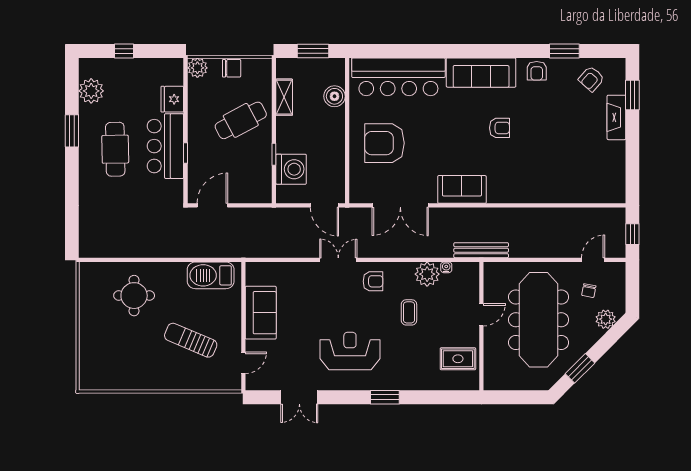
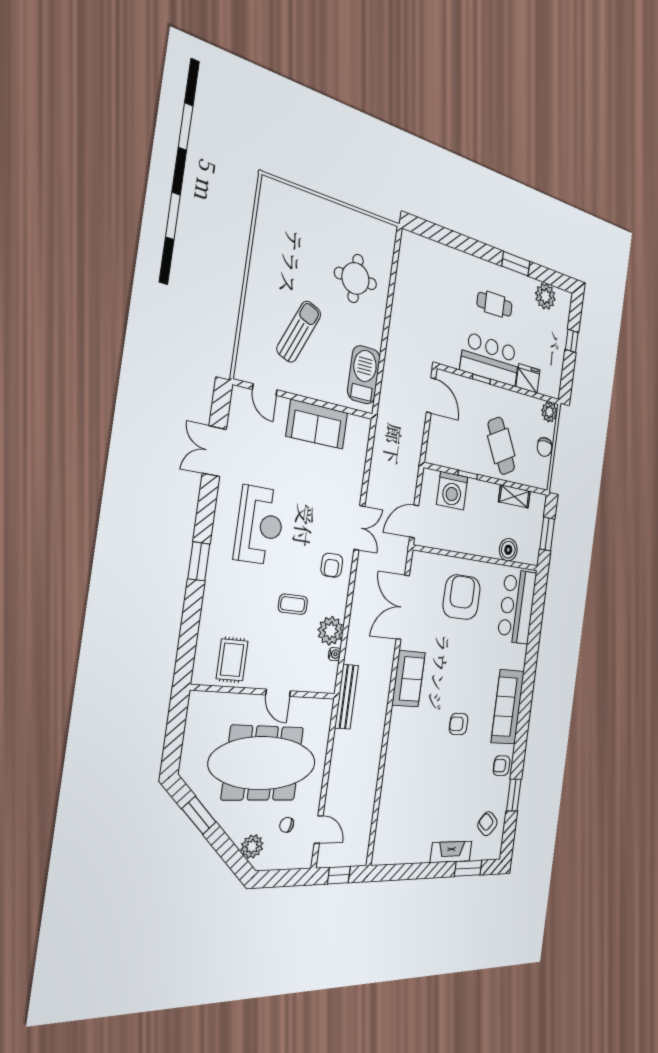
bar counter: (398, 77) -> (517, 606), width x0.73
armchair: (500, 128) -> (459, 724), turned 90
cafe table: (115, 149) -> (495, 304), width x0.73, depth x0.74

